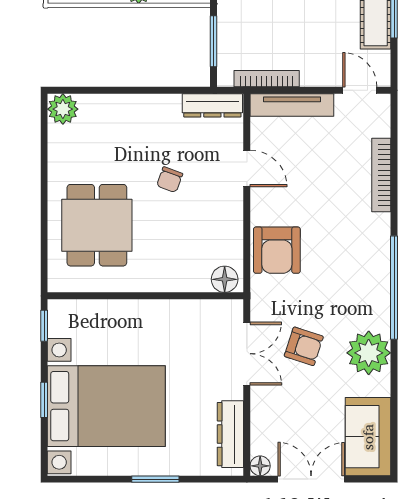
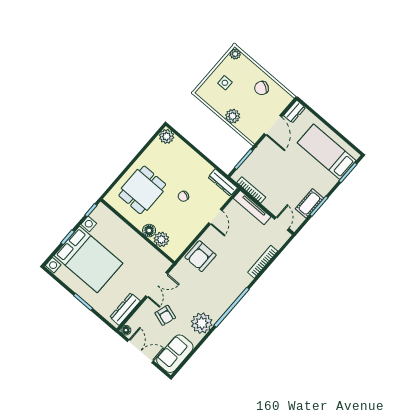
plant: (193, 277) -> (161, 239), added
floor lamp: (225, 279) -> (149, 231), moved
armchair: (304, 346) -> (165, 315), moved

